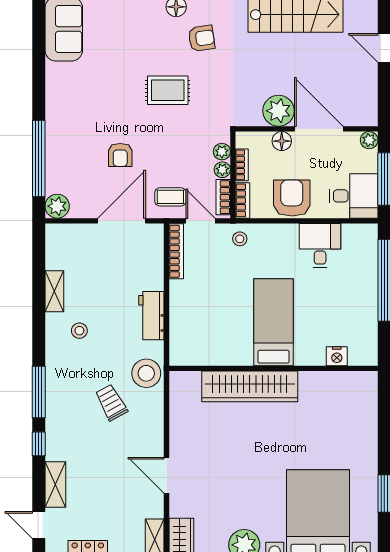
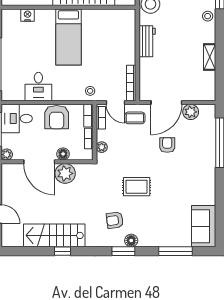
plant: (222, 170) -> (101, 135), removed
plant: (57, 206) -> (191, 112), moved
stool: (79, 331) -> (208, 16), moved

